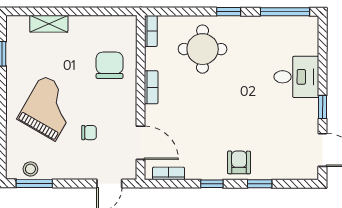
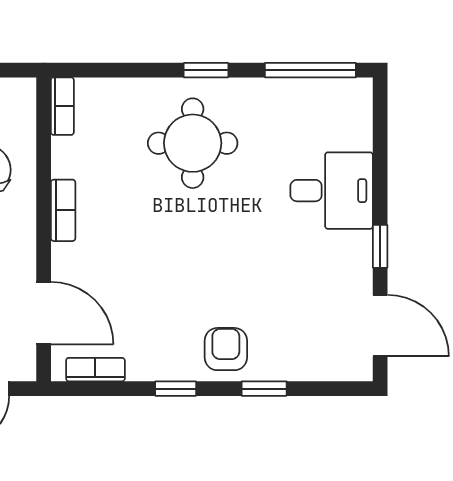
round table: (203, 49) -> (193, 143), moved

